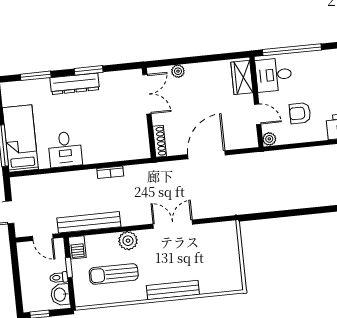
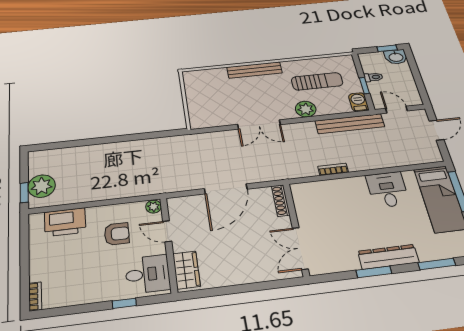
window: (292, 50) -> (124, 303), width x0.32
plant: (178, 71) -> (265, 274), removed
washbasin: (60, 295) -> (396, 57), moved, turned 90

